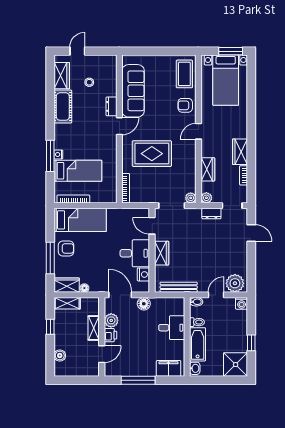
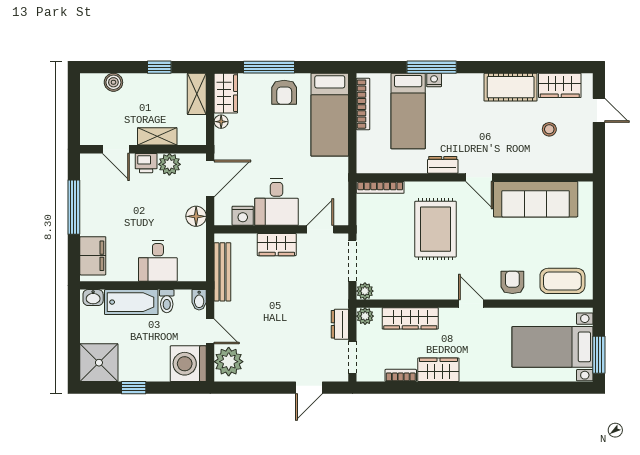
dresser: (111, 106) -> (443, 165), moved
wardrobe: (208, 169) -> (410, 318), width x1.50
washing machine: (242, 303) -> (188, 364), width x1.89, depth x1.89

